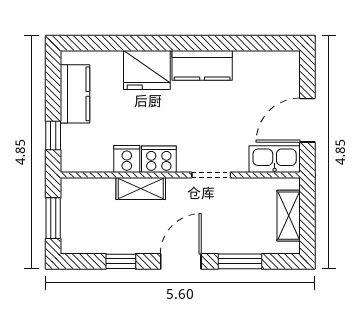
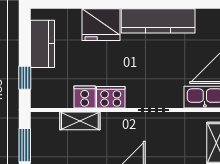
kitchen counter: (202, 65) -> (158, 21), width x1.50
shelving: (141, 188) -> (80, 121), moved

